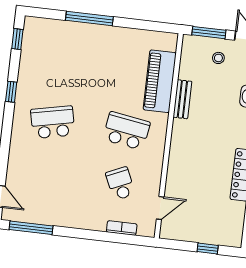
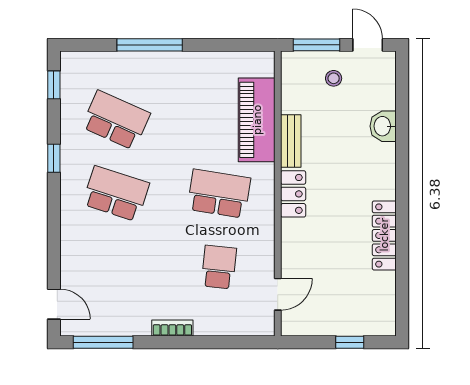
school desk: (59, 70) -> (116, 120), added
school desk: (53, 122) -> (116, 194), turned 30
locker: (180, 137) -> (293, 194), added
school desk: (120, 184) -> (219, 267), turned 30
bookcase: (122, 228) -> (172, 328), moved

